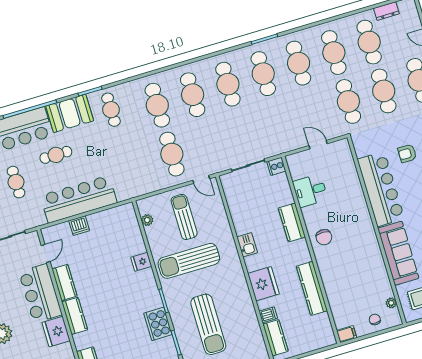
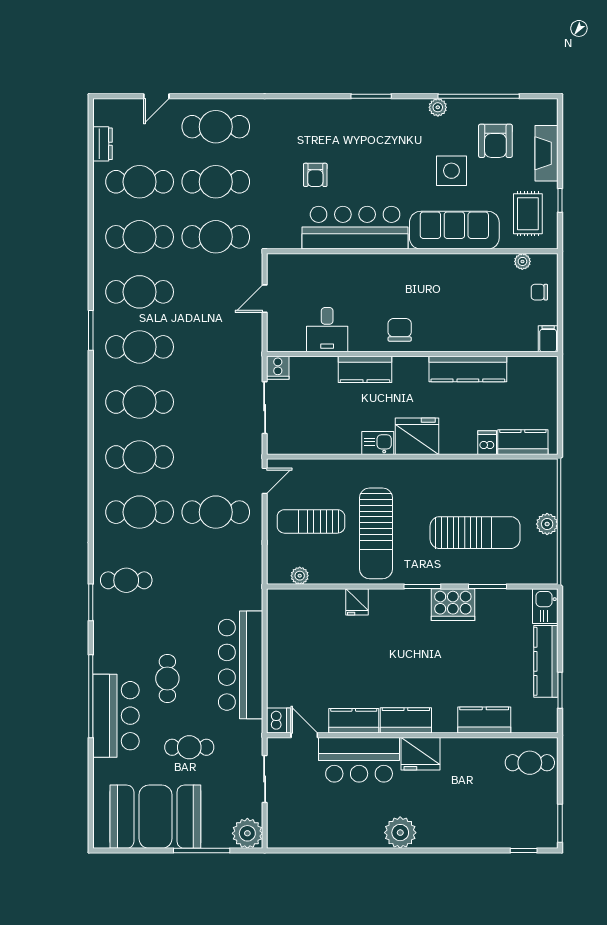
booth: (70, 113) -> (114, 641), removed
dishwasher: (79, 226) -> (279, 720), moved
chair: (324, 237) -> (400, 330), turned -90
fridge: (263, 284) -> (417, 436), moved

